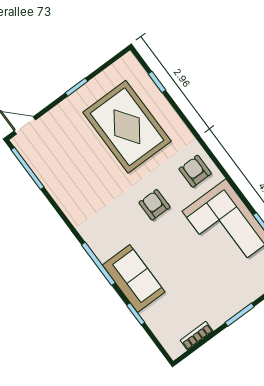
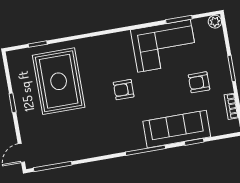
rug: (127, 127) -> (59, 81), turned 90
armchair: (195, 171) -> (199, 82), moved
sofa: (134, 279) -> (177, 129), width x1.36

